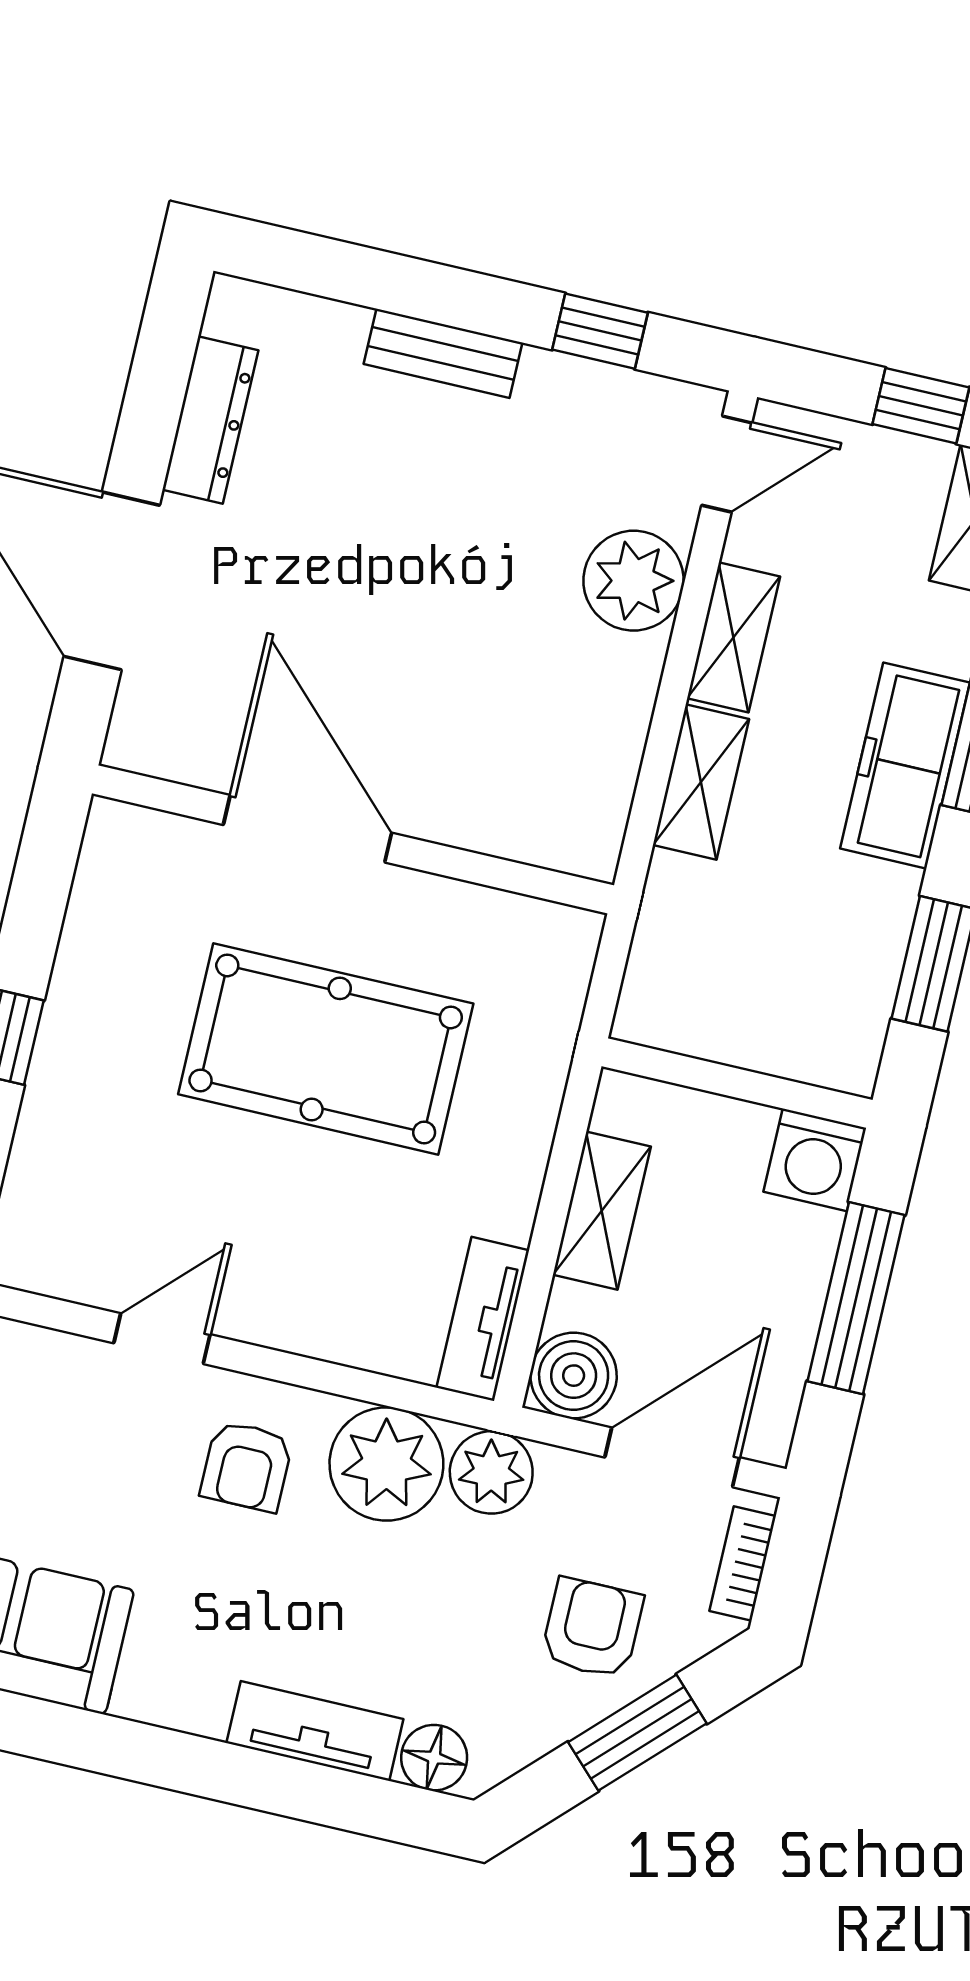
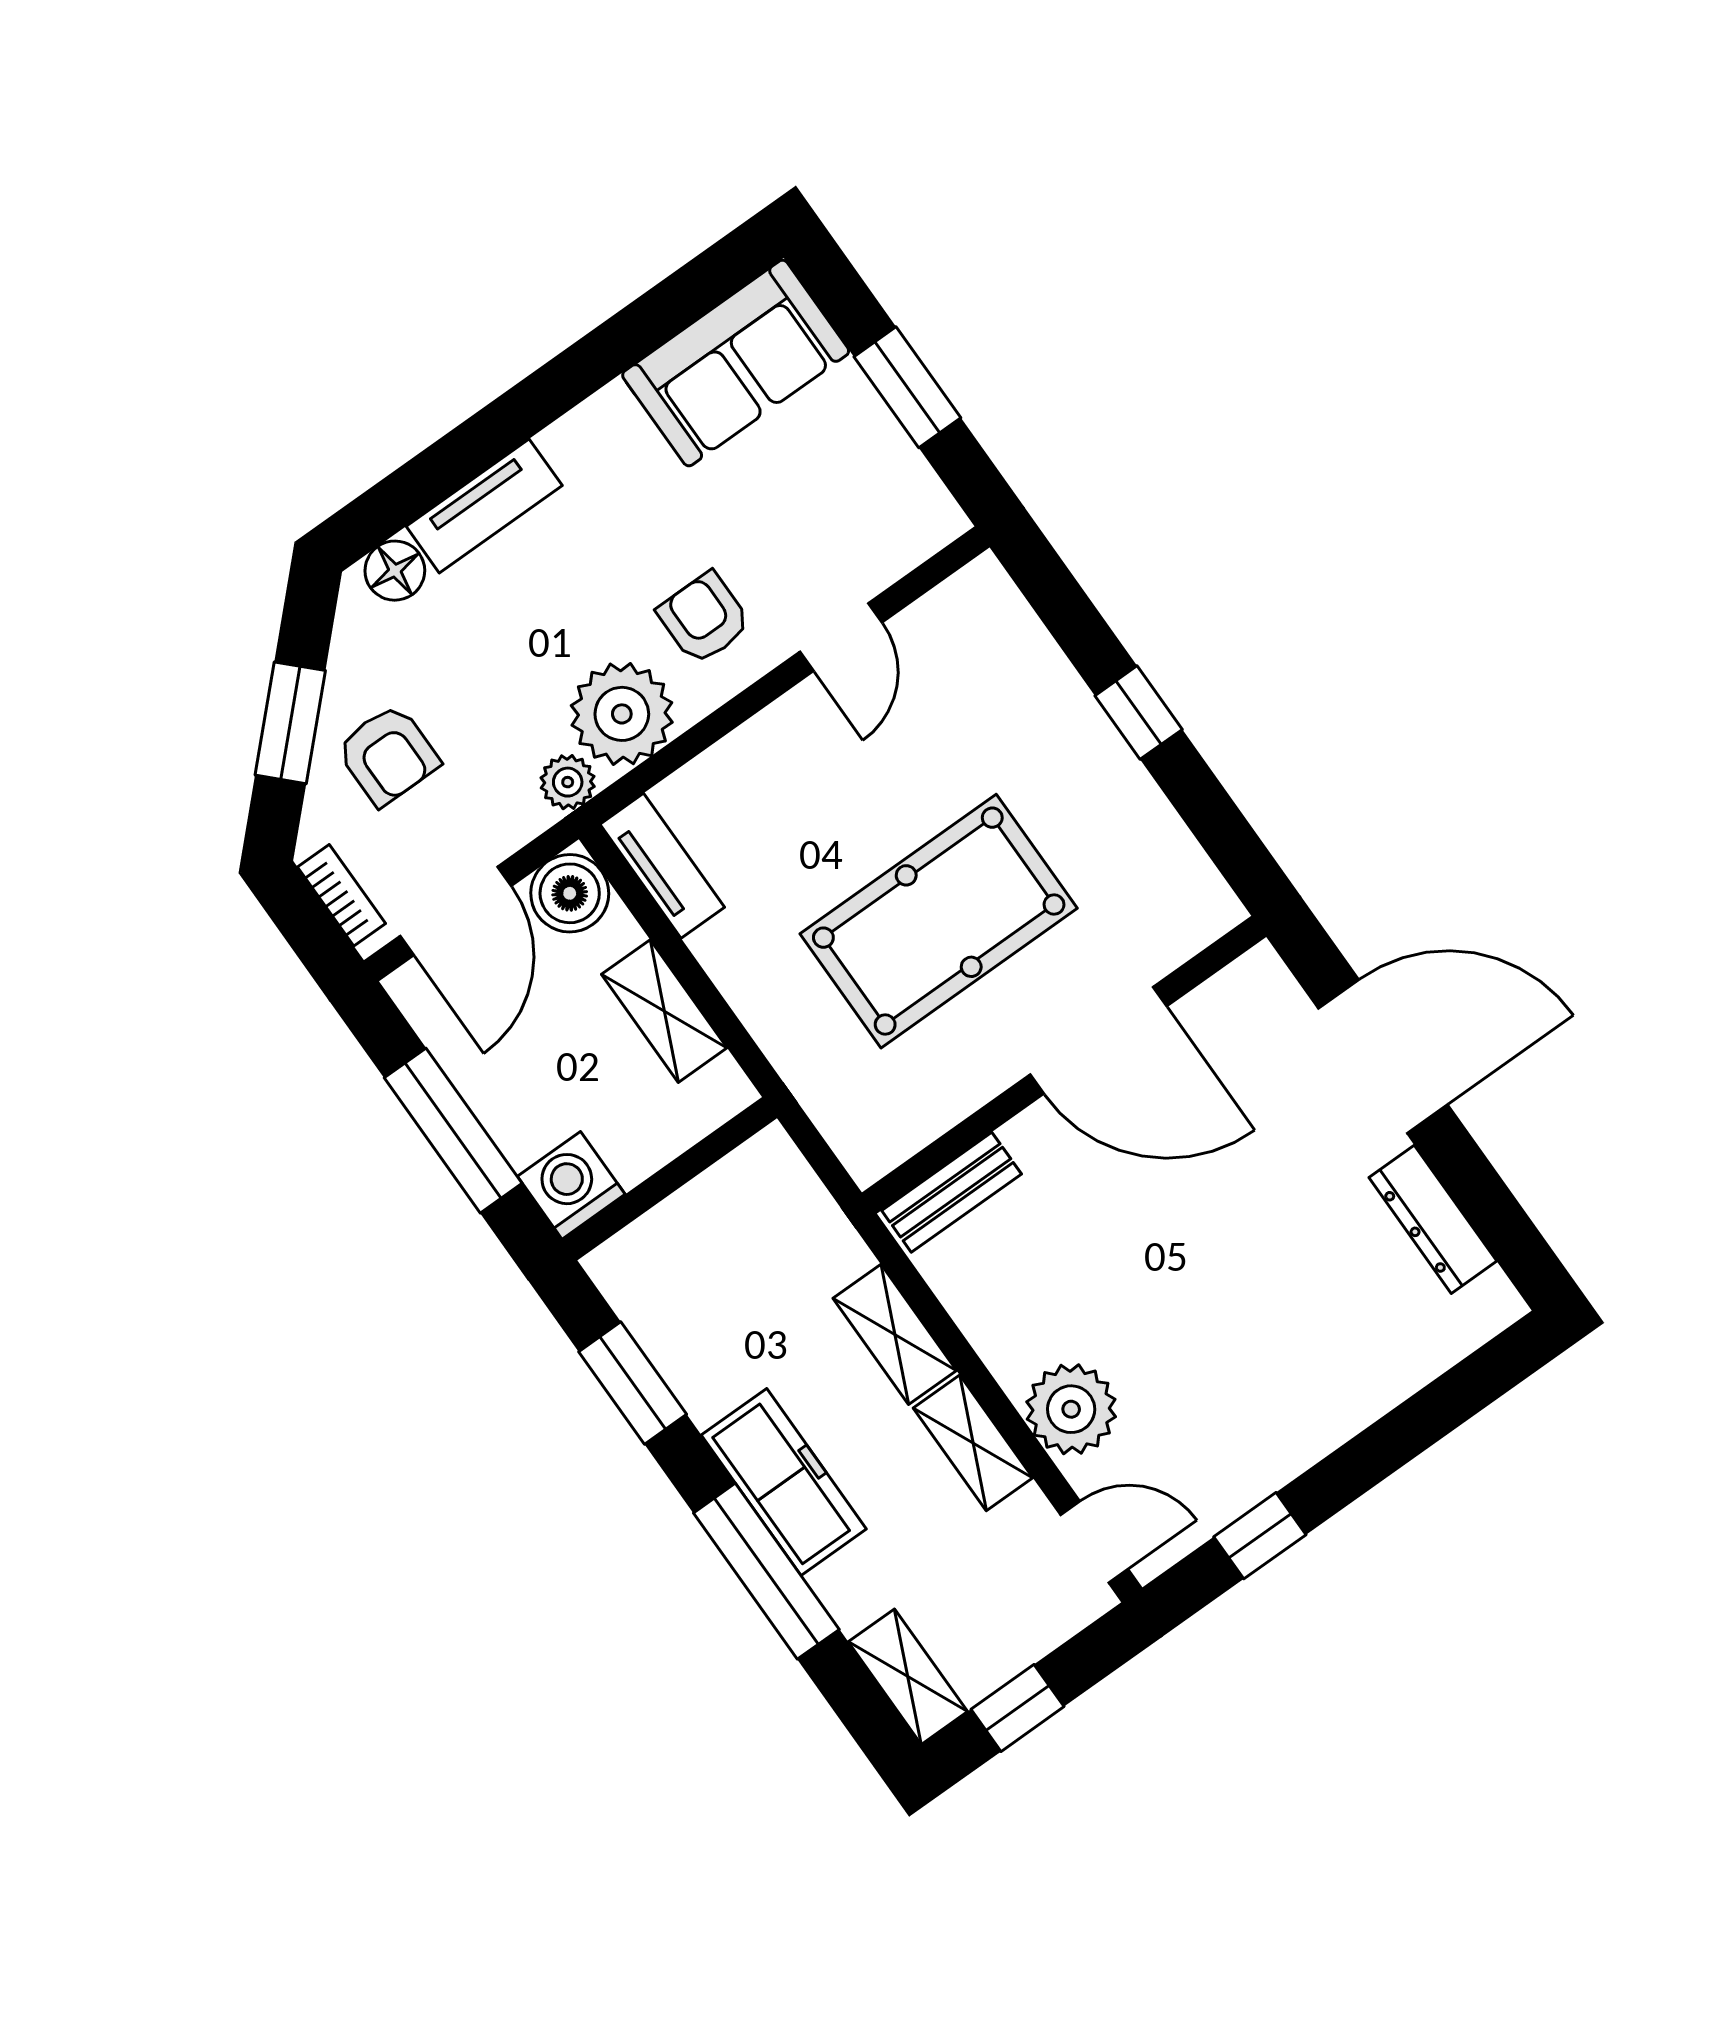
bench: (443, 353) -> (952, 1192), moved
door: (727, 464) -> (1094, 1542), swing flipped
plant: (491, 1472) -> (568, 782), width x0.73, depth x0.73

